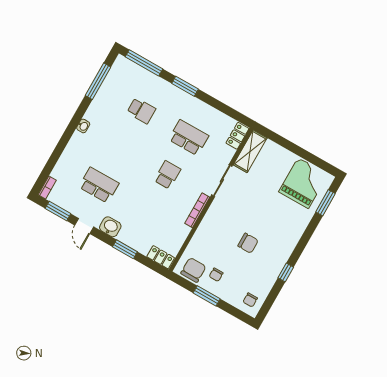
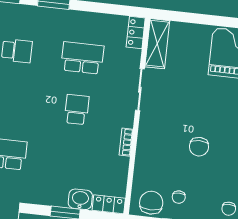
bookcase: (197, 210) -> (126, 142), width x0.64
washbasin: (110, 227) -> (80, 199), moved
chair: (248, 243) -> (199, 147), turned 90

